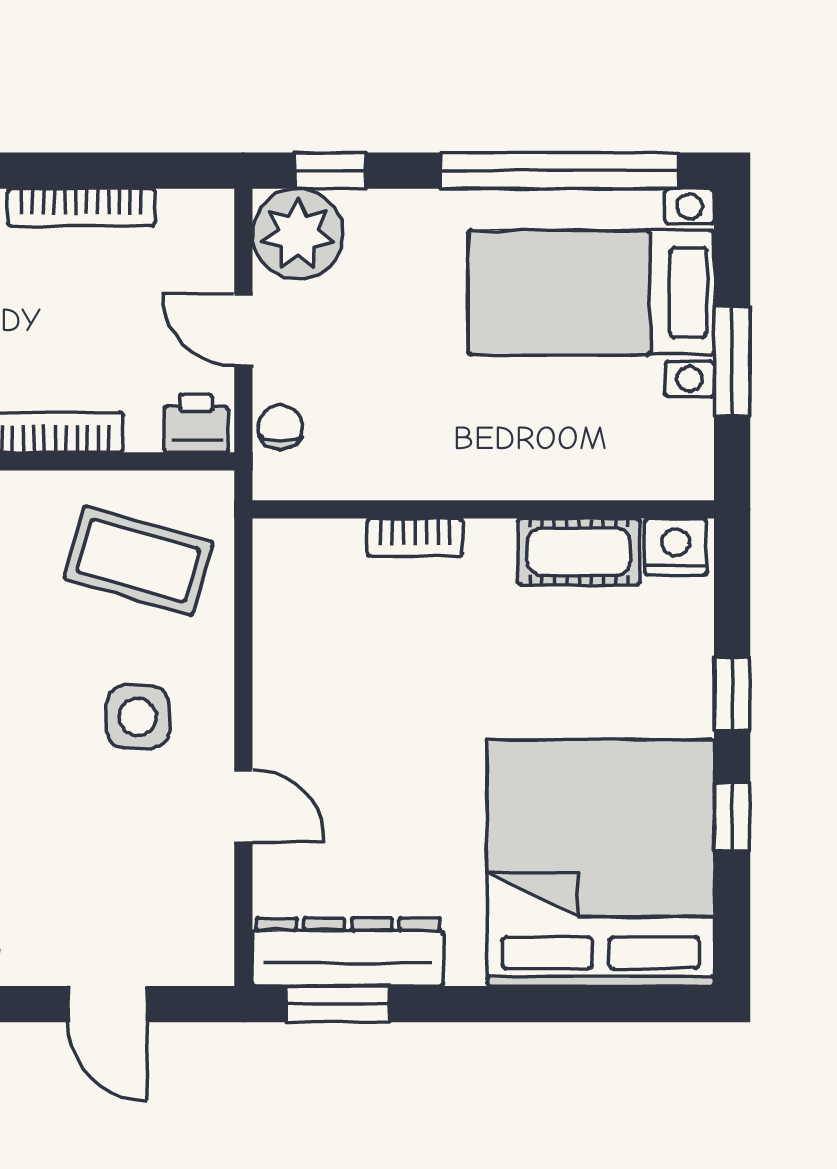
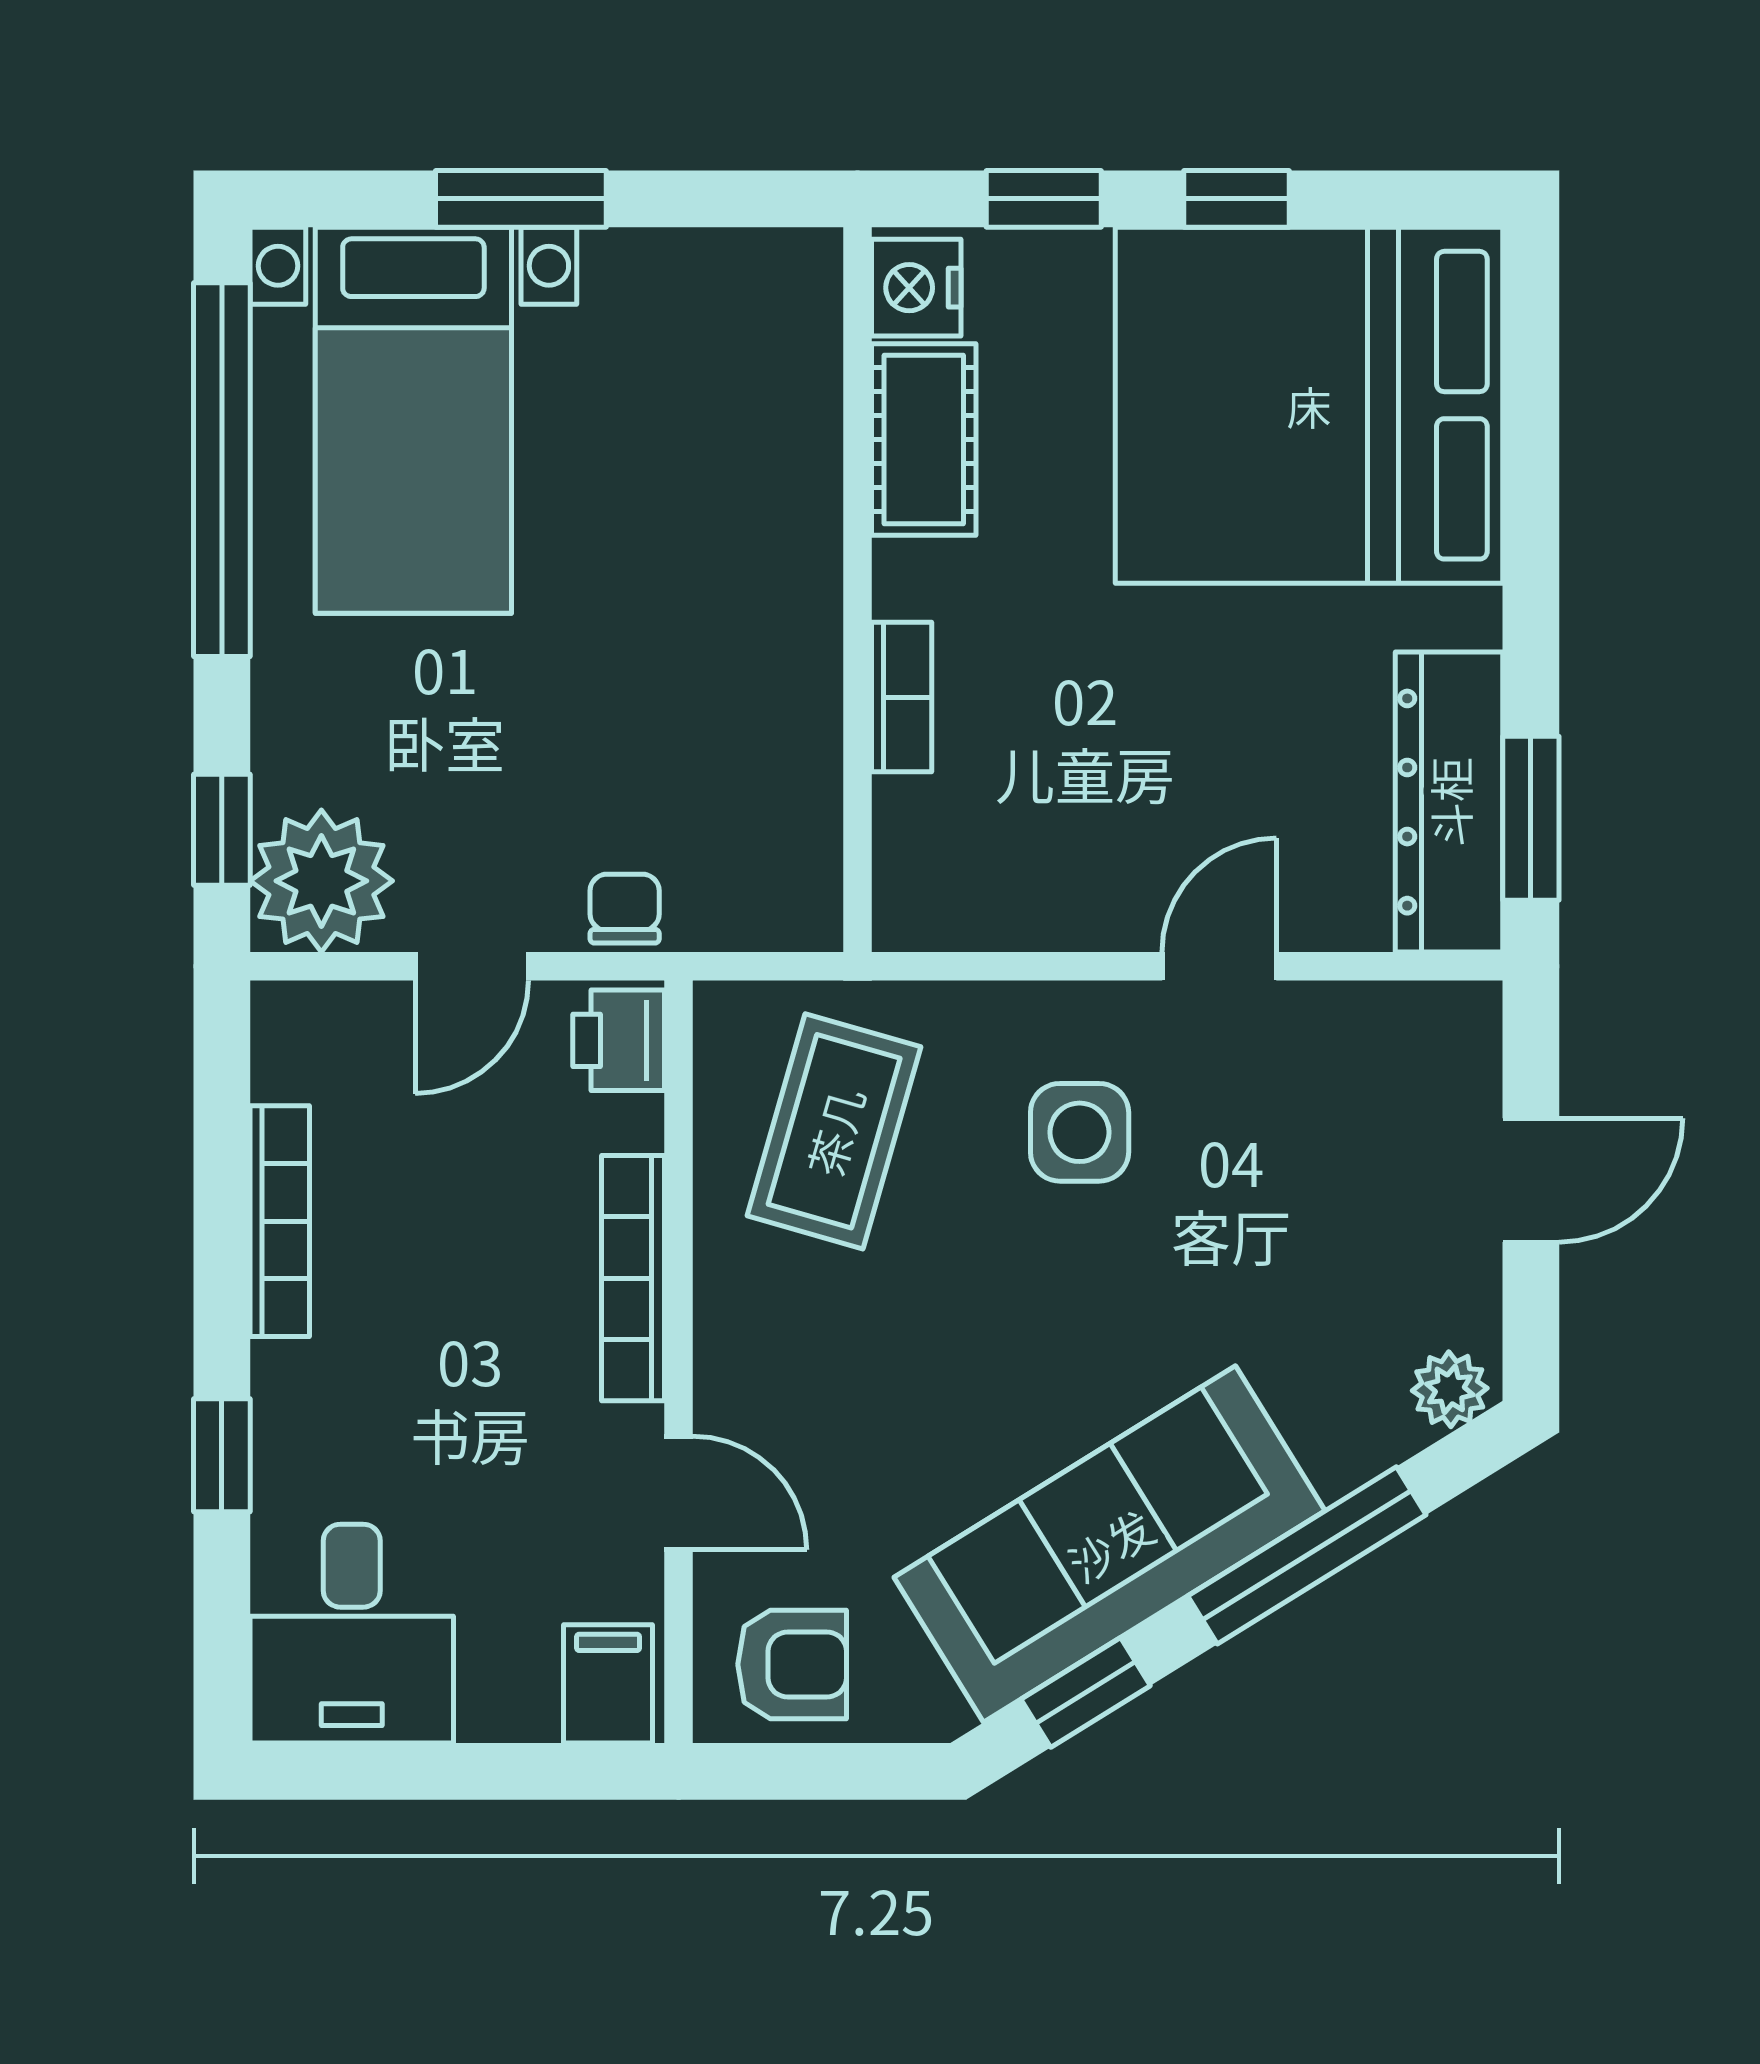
chair: (280, 427) -> (625, 909), turned 90
wall: (483, 509) -> (858, 590), moved
bookcase: (415, 538) -> (902, 697), moved
nightstand: (676, 547) -> (916, 288), moved
cot: (579, 552) -> (924, 440), moved

